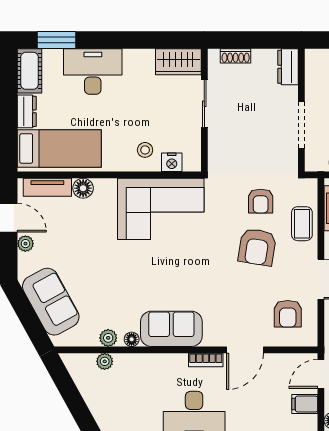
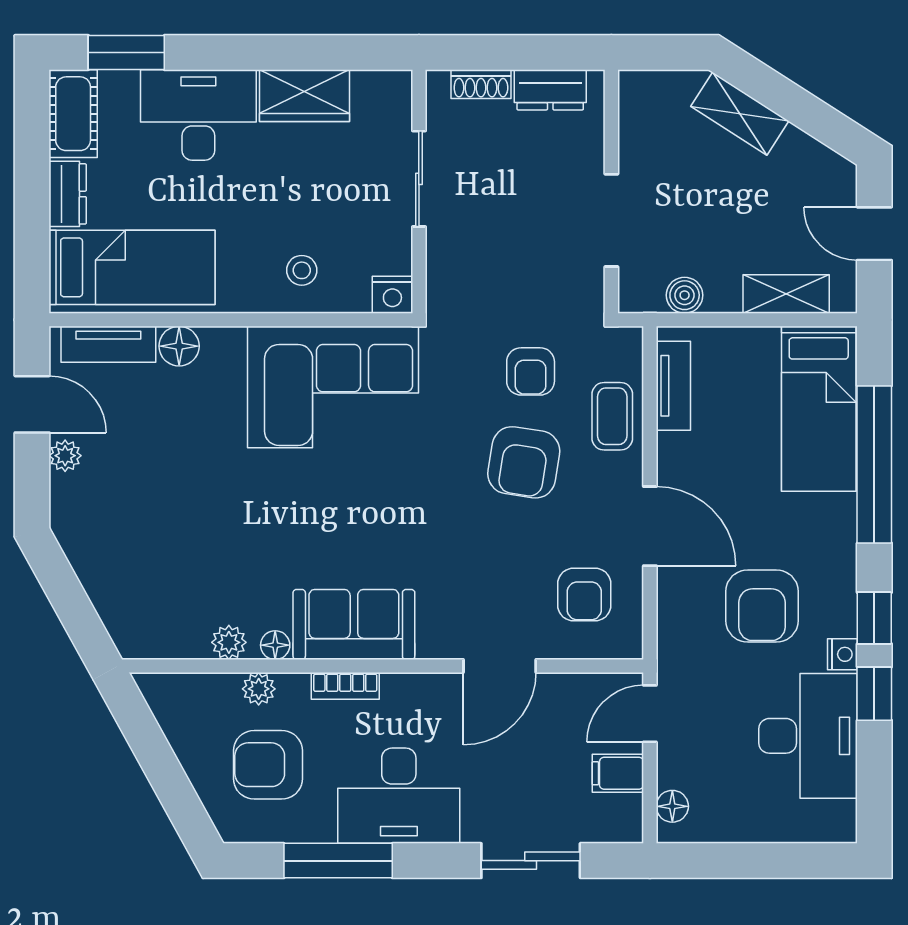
wardrobe: (178, 62) -> (304, 96), moved
dresser: (288, 67) -> (550, 90), moved, turned -90
nightstand: (172, 162) -> (392, 295), moved
sofa: (51, 302) -> (115, 571), removed
bookcase: (206, 360) -> (345, 686), moved
plant: (105, 361) -> (259, 689), moved
armchair: (128, 400) -> (268, 765), added

